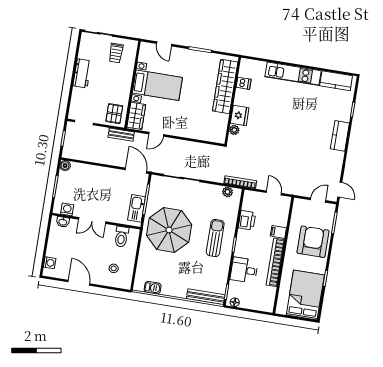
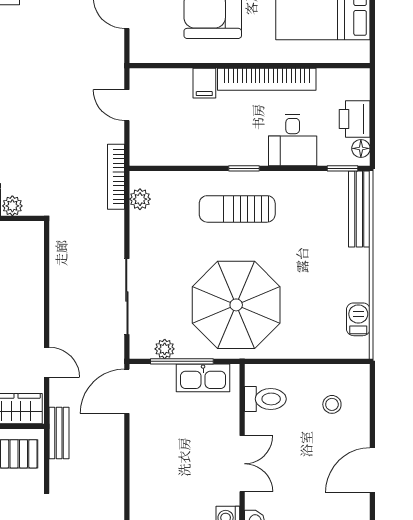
plant: (153, 192) -> (165, 349), added
door: (274, 193) -> (127, 105), hinge flipped
printer: (247, 220) -> (355, 119), moved, turned -90

